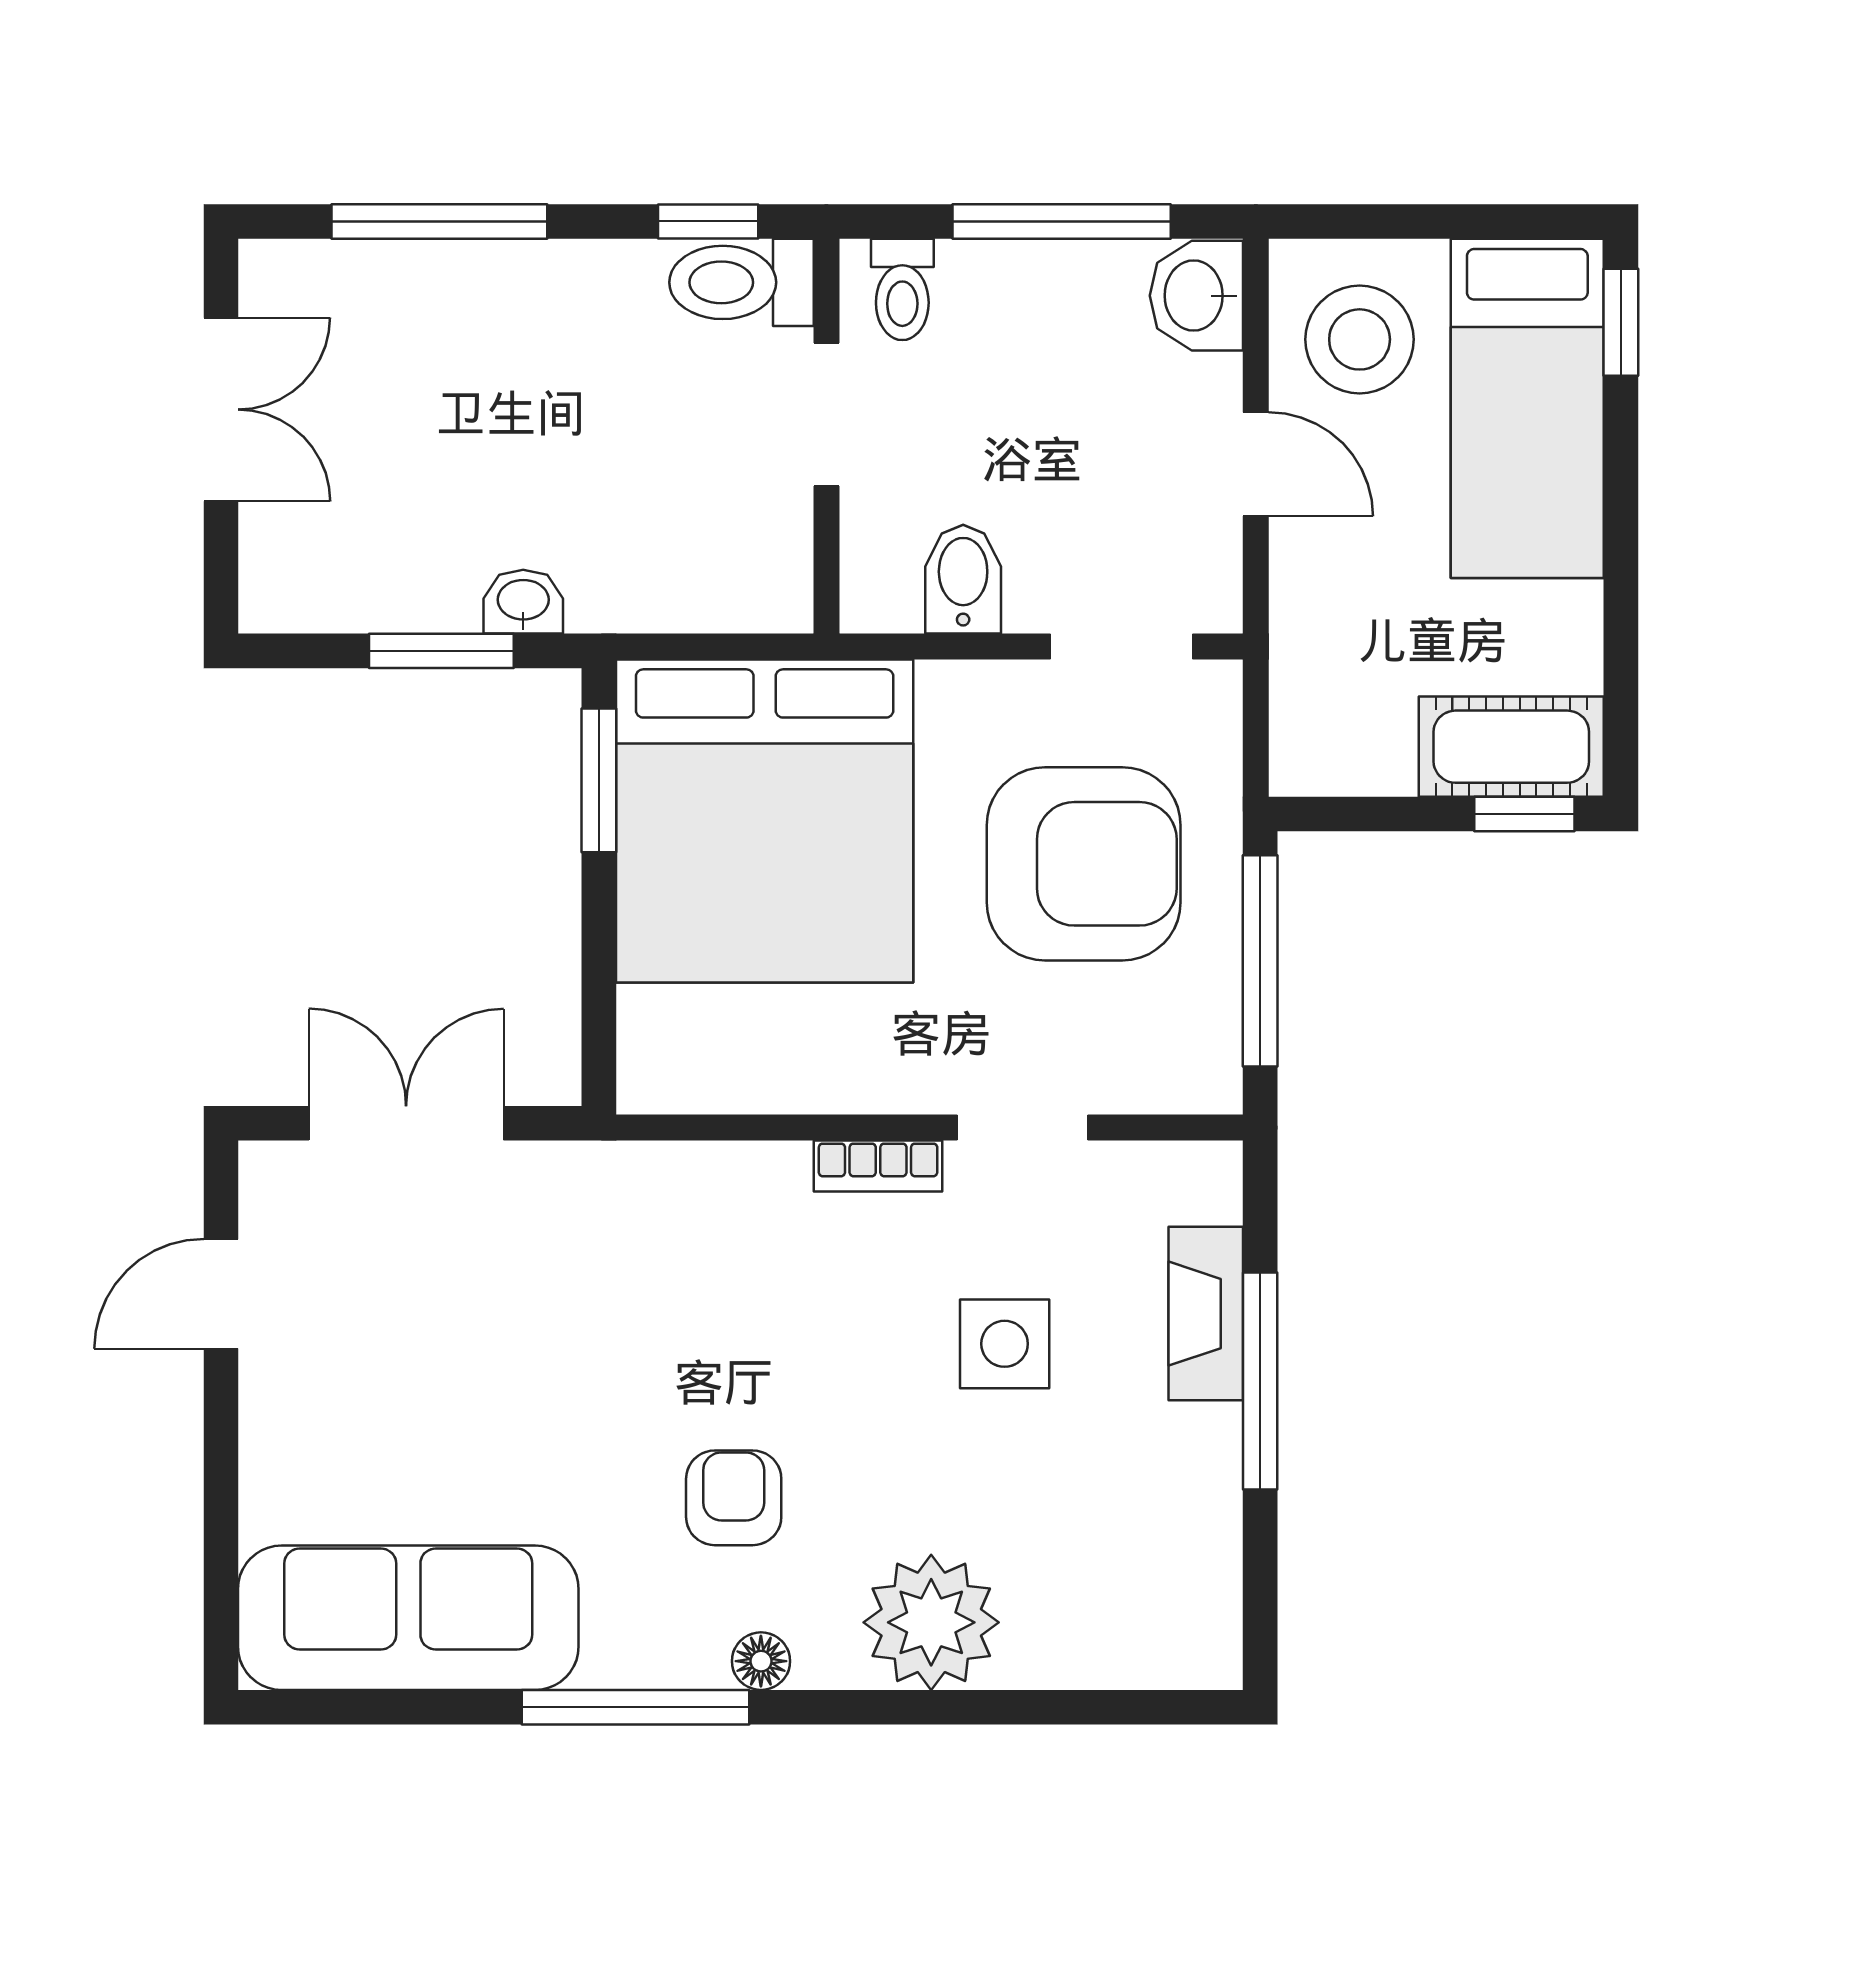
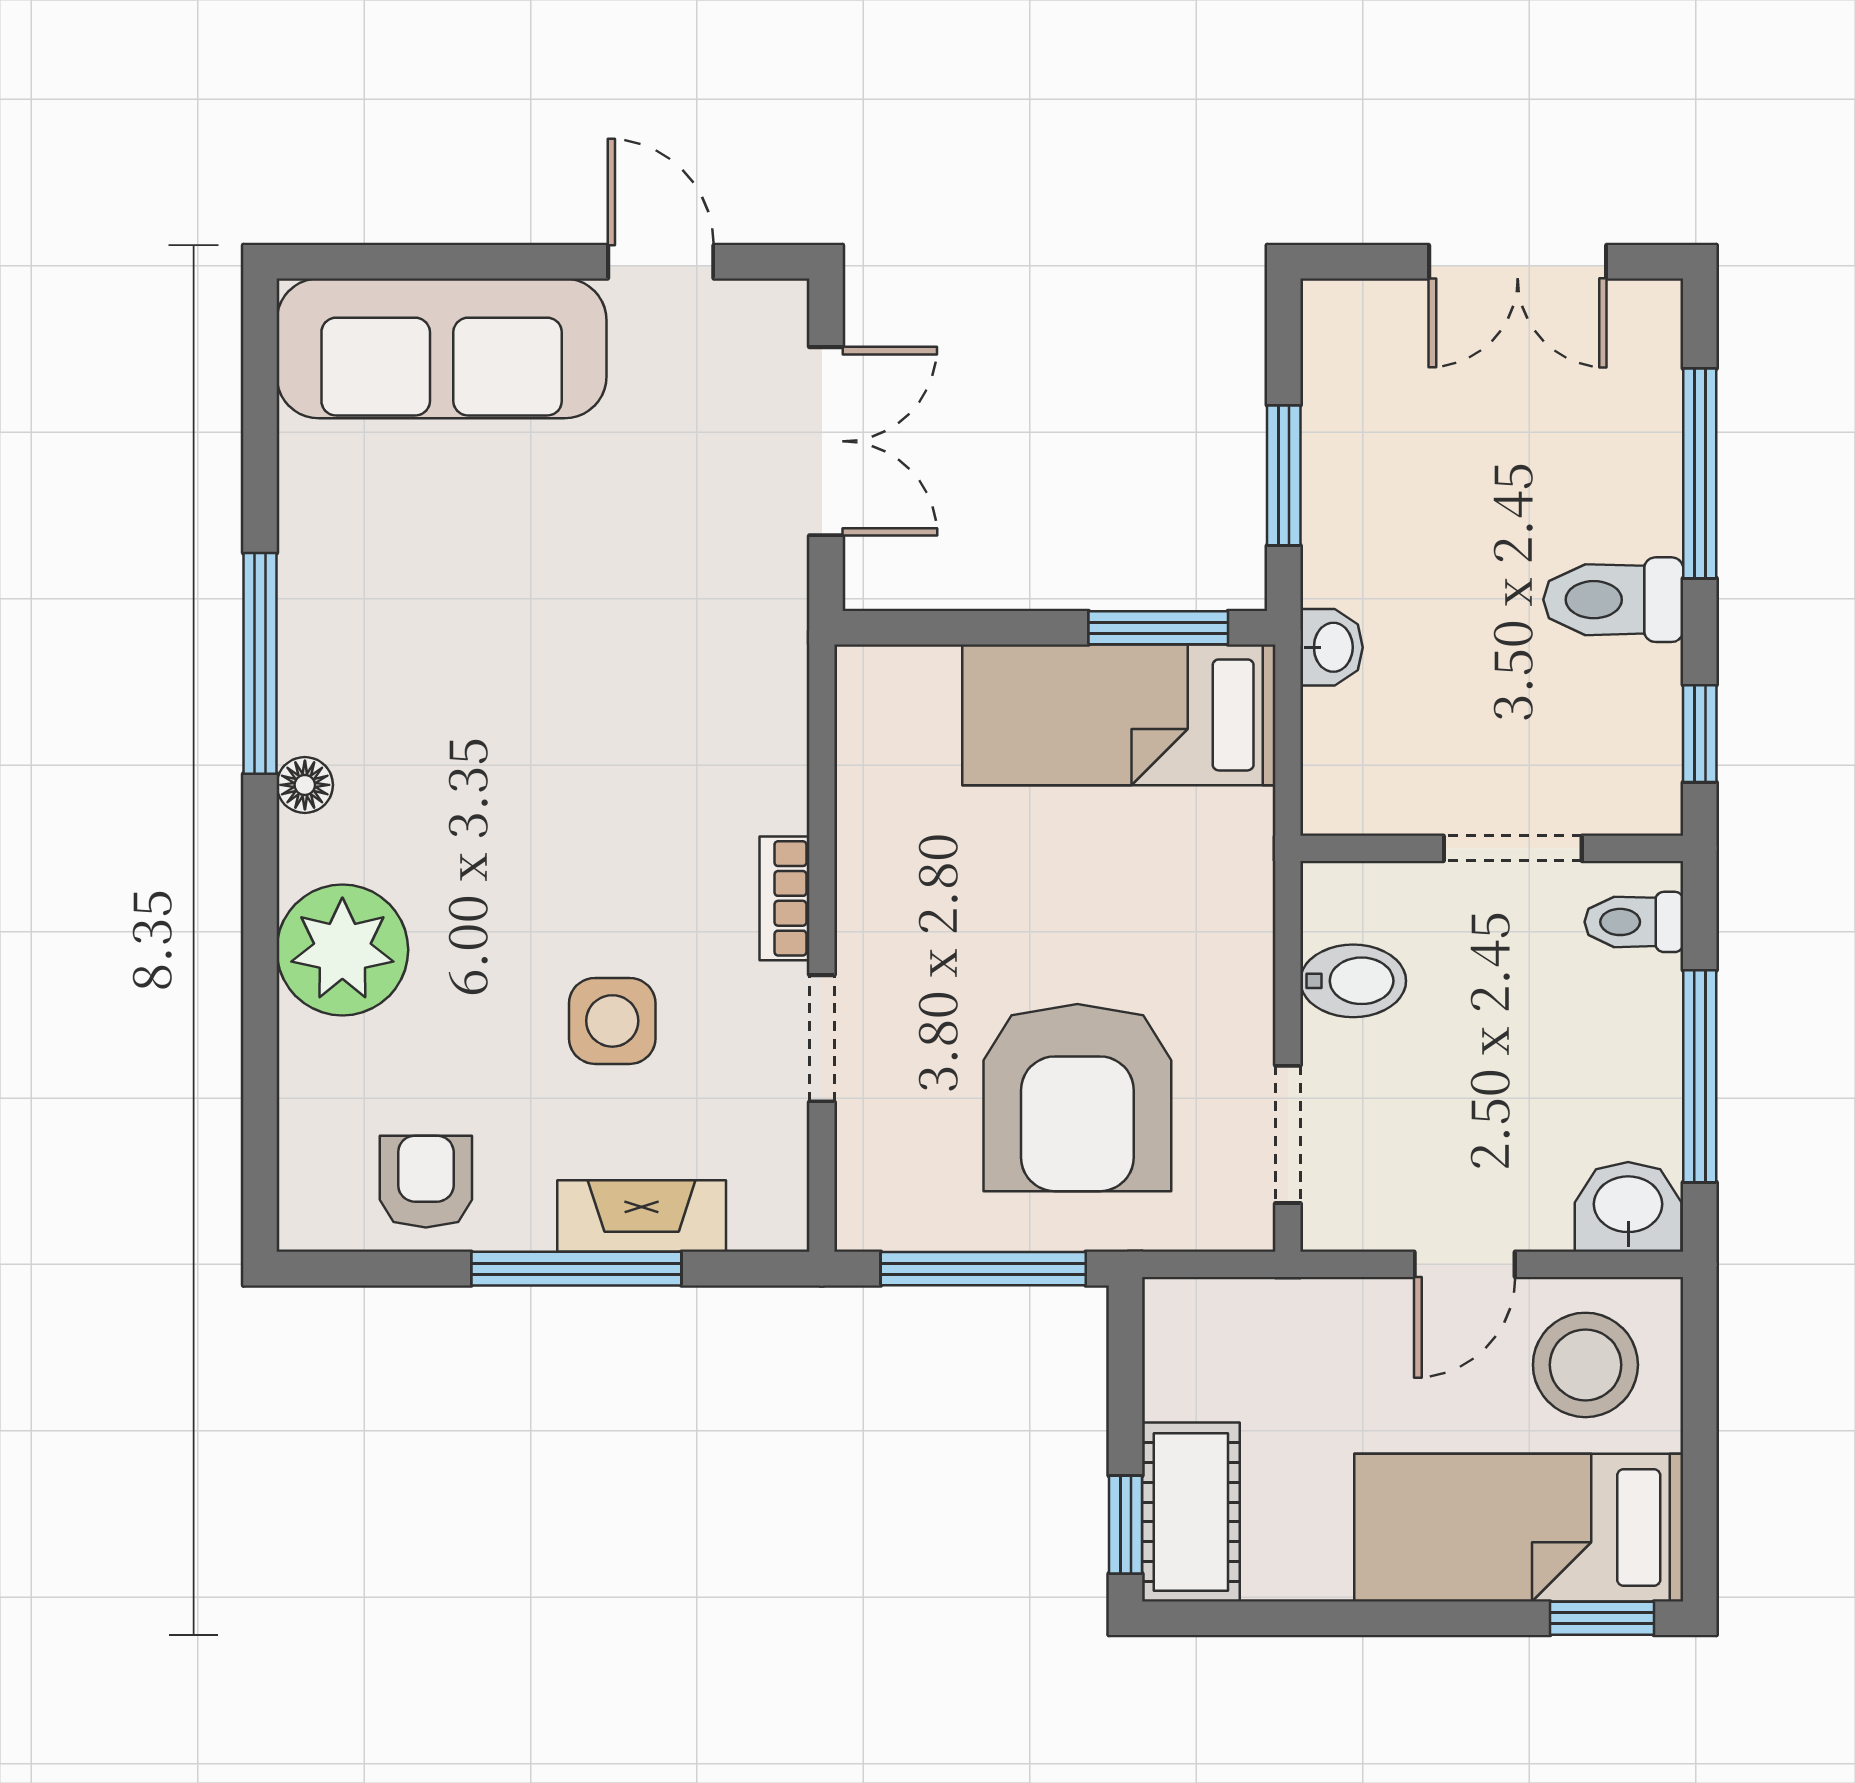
toilet: (741, 282) -> (1613, 600), moved, turned -90
washbasin: (523, 602) -> (1331, 647), moved
bed: (765, 821) -> (1119, 715), width x0.49
armchair: (734, 1498) -> (426, 1182), moved, turned -90
sofa: (408, 1618) -> (442, 348), moved, turned 90

